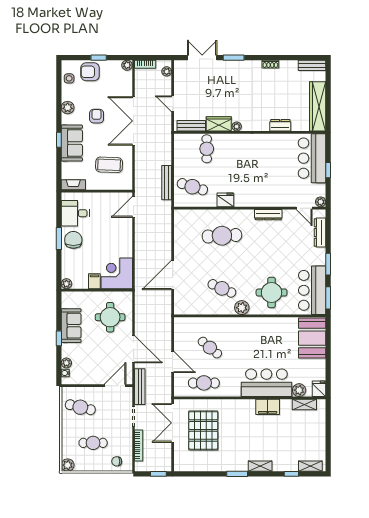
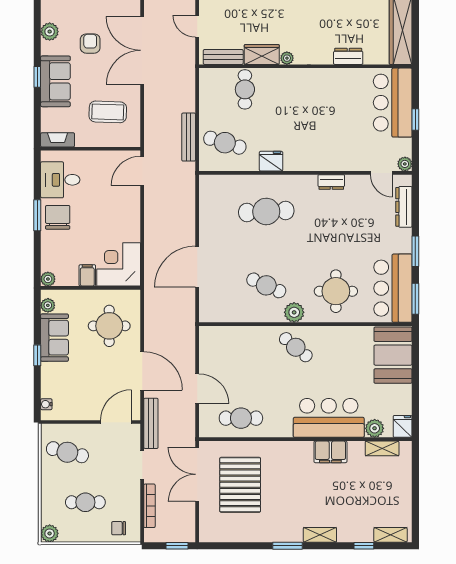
dresser: (268, 215) -> (331, 182), width x0.70
cafe table: (210, 348) -> (296, 347), moved
plant: (66, 363) -> (48, 305), moved

